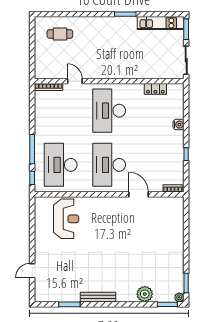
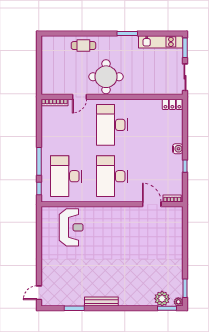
cafe table: (60, 34) -> (83, 46), moved
round table: (103, 60) -> (106, 77), added
door: (75, 81) -> (80, 97), swing flipped
locker: (155, 89) -> (172, 104), moved
water cooler: (179, 125) -> (178, 149), moved
door: (138, 194) -> (152, 204), moved
door: (32, 271) -> (39, 293), moved
plant: (145, 294) -> (162, 299), moved

